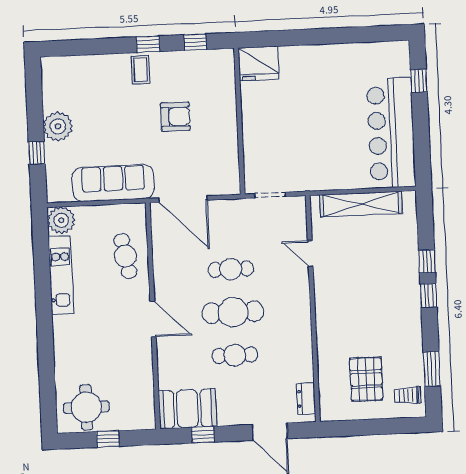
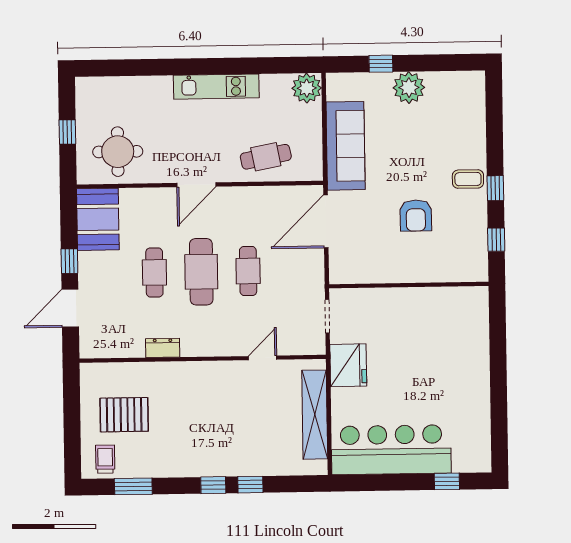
fridge: (259, 63) -> (348, 365), moved, turned 180
kitchen unit: (61, 275) -> (216, 87), moved
dresser: (306, 399) -> (163, 348), moved
round table: (86, 407) -> (118, 152), moved
window: (203, 435) -> (69, 261), moved

